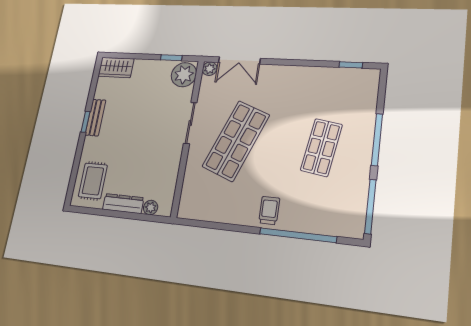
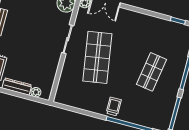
shop shelf: (236, 141) -> (97, 57), turned -30

